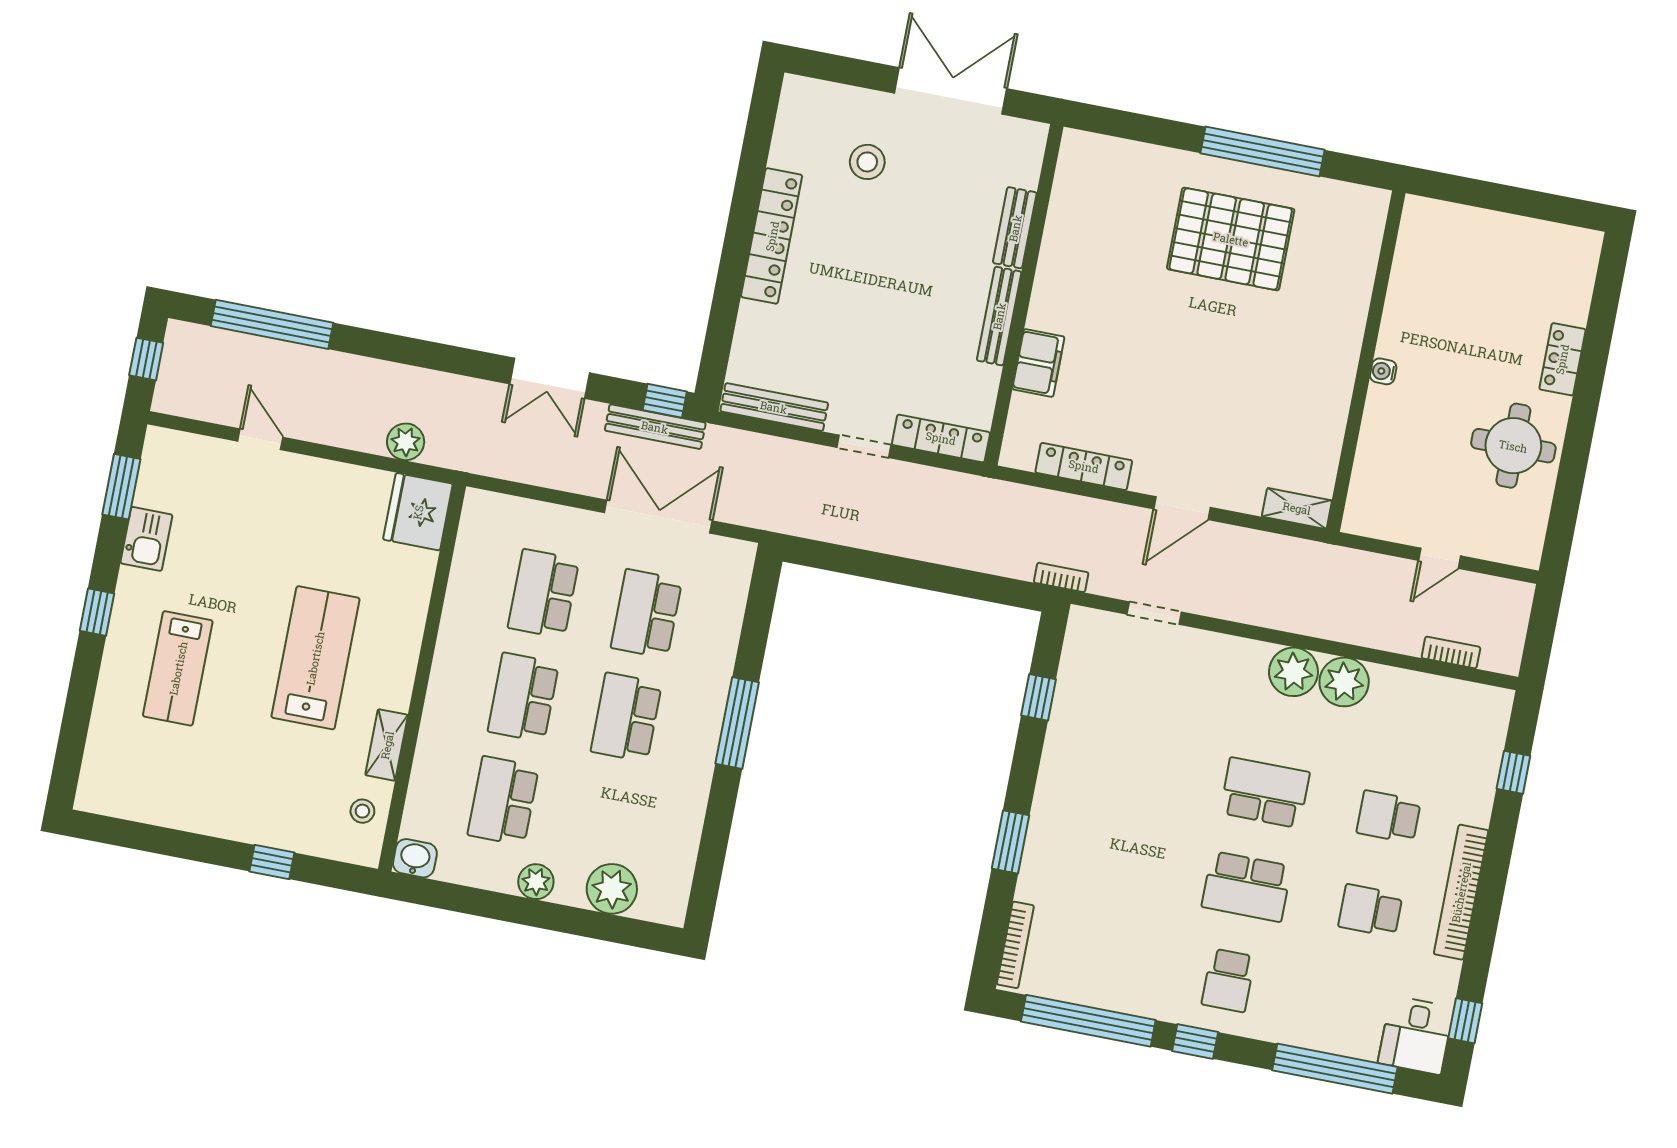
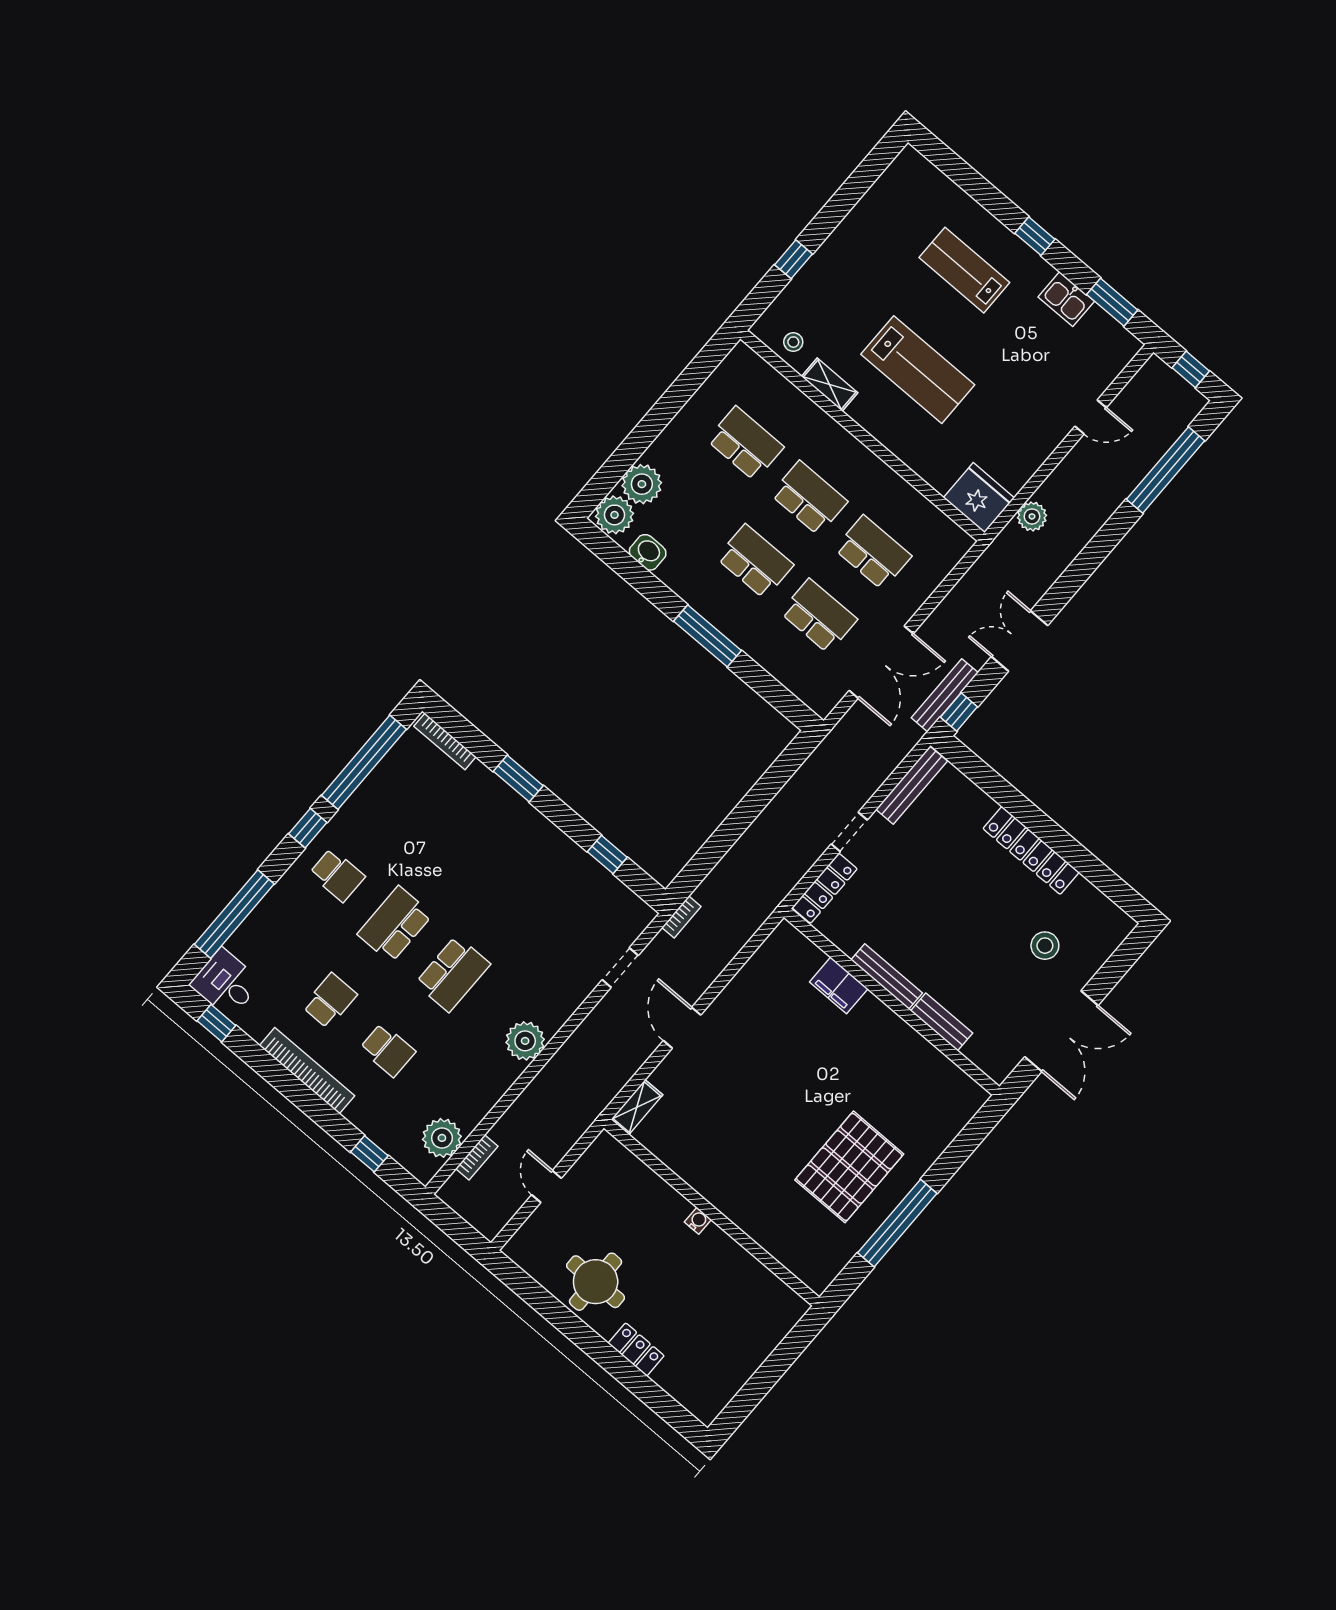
locker: (1084, 466) -> (749, 976), removed
plant: (1344, 682) -> (442, 1138), moved
school desk: (1389, 817) -> (388, 1050), turned 90
washbasin: (415, 858) -> (648, 552), moved, turned -90
plant: (536, 882) -> (614, 515), moved, width x1.36, depth x1.36
school desk: (1228, 980) -> (337, 875), turned 180

